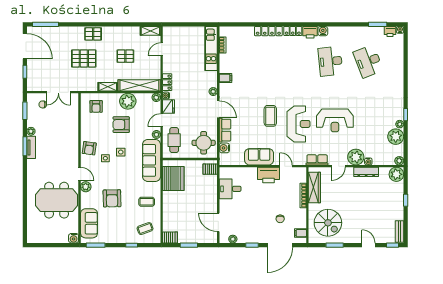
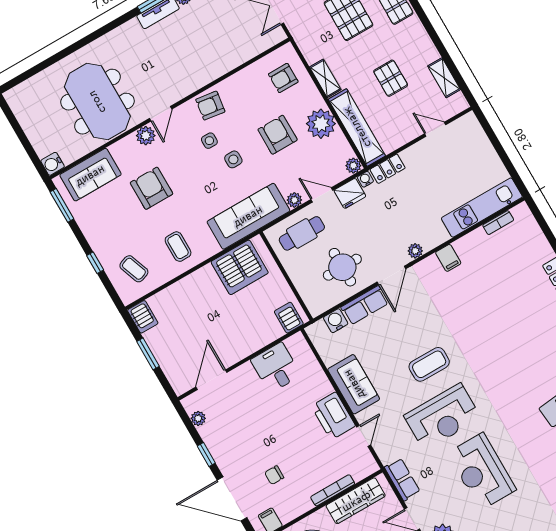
shelving: (150, 31) -> (444, 78), moved
round table: (204, 143) -> (342, 267), moved
armchair: (112, 198) -> (151, 188), turned 91

